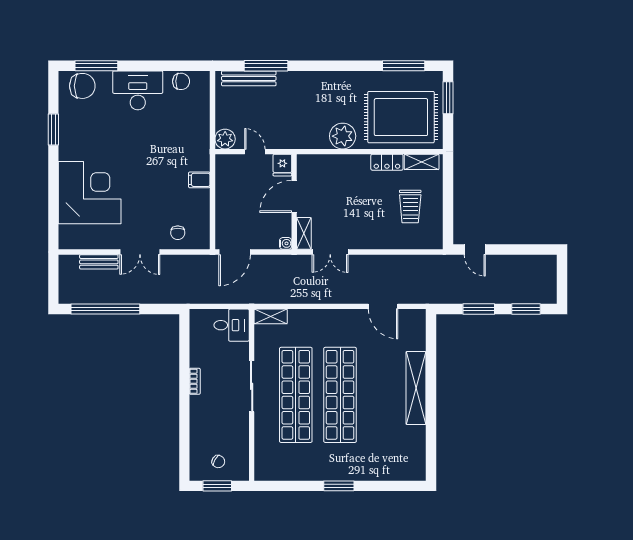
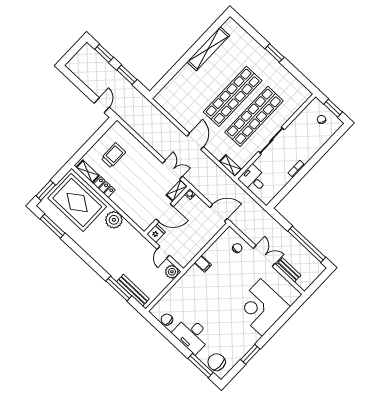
door: (383, 306) -> (195, 141), moved
shelving: (416, 388) -> (208, 49), moved

